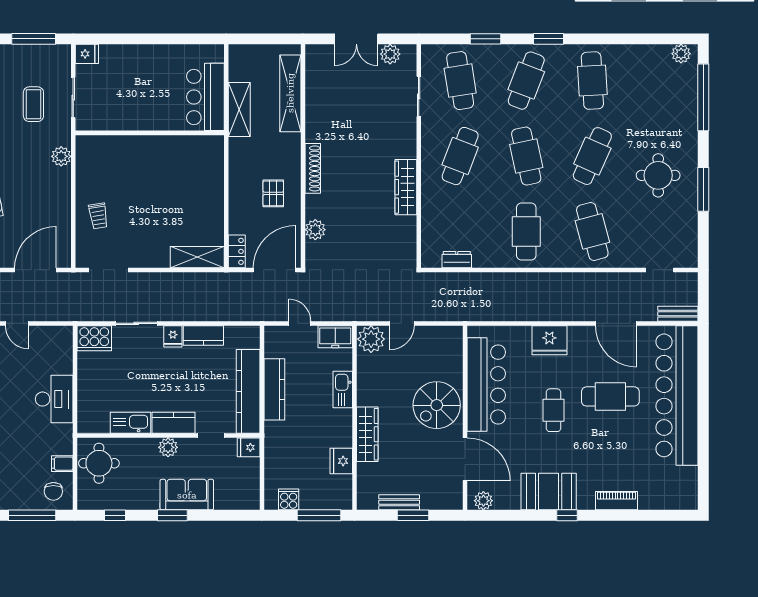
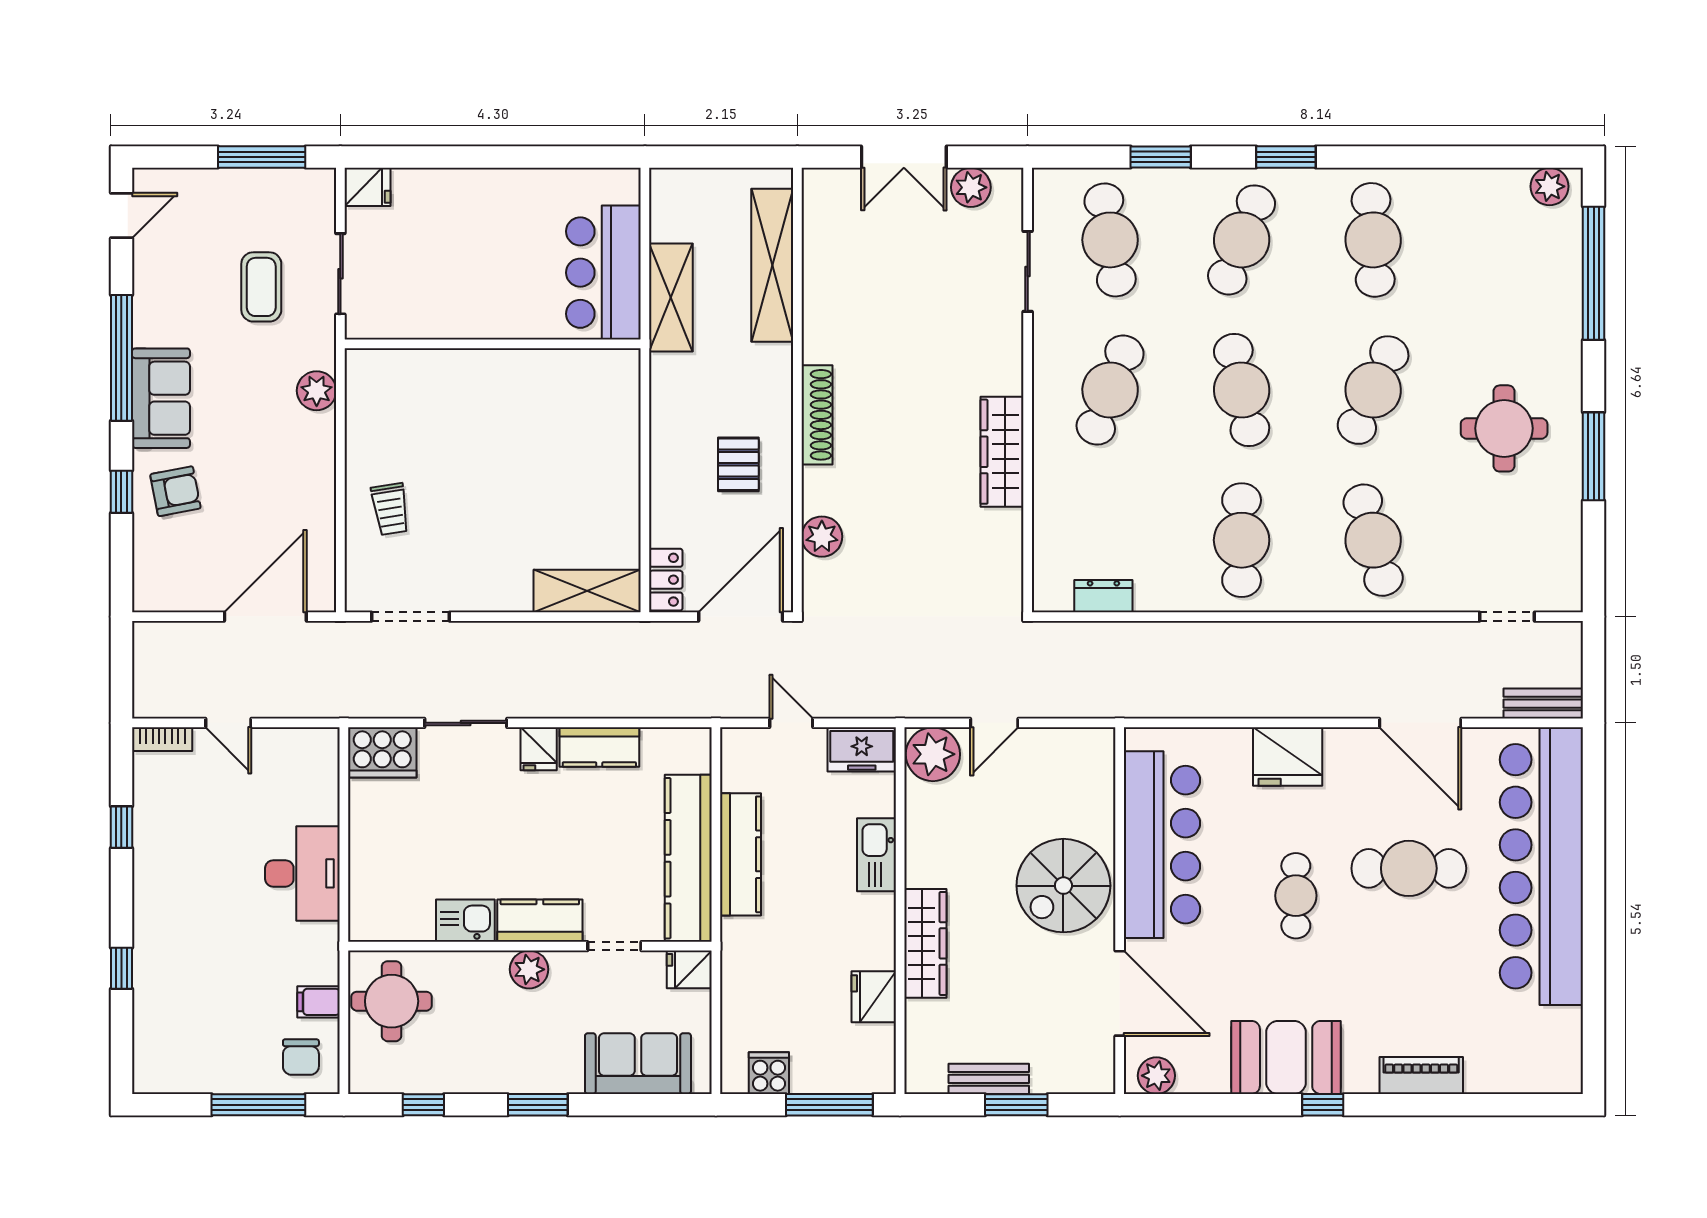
kitchen sink: (131, 423) -> (465, 921), width x0.73
sofa: (187, 495) -> (638, 1064), moved

